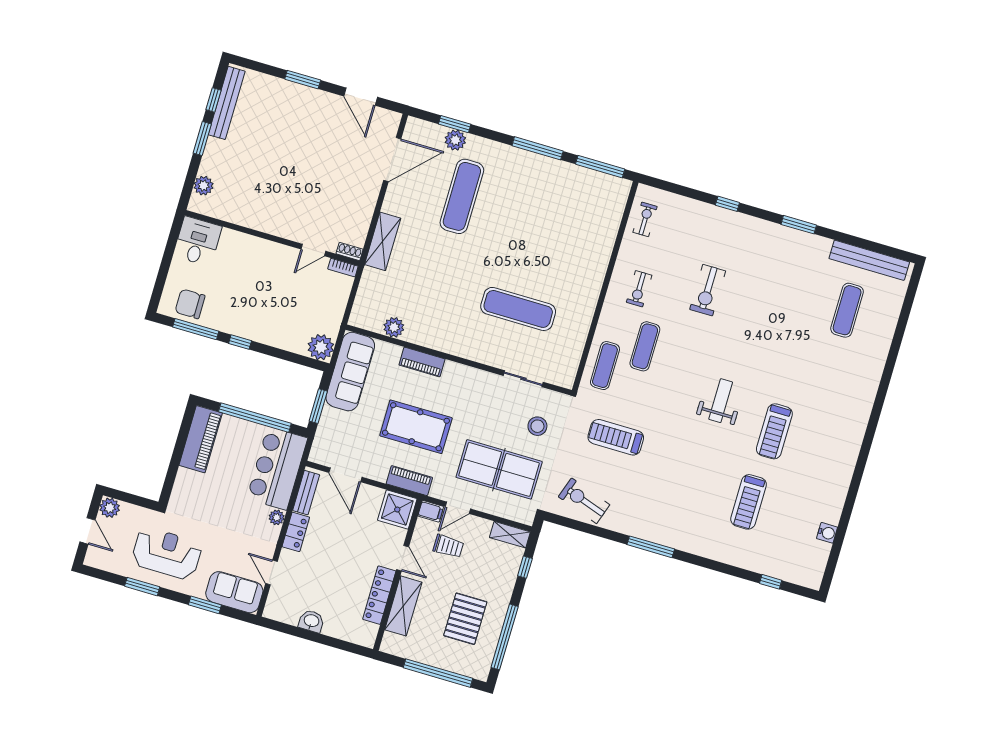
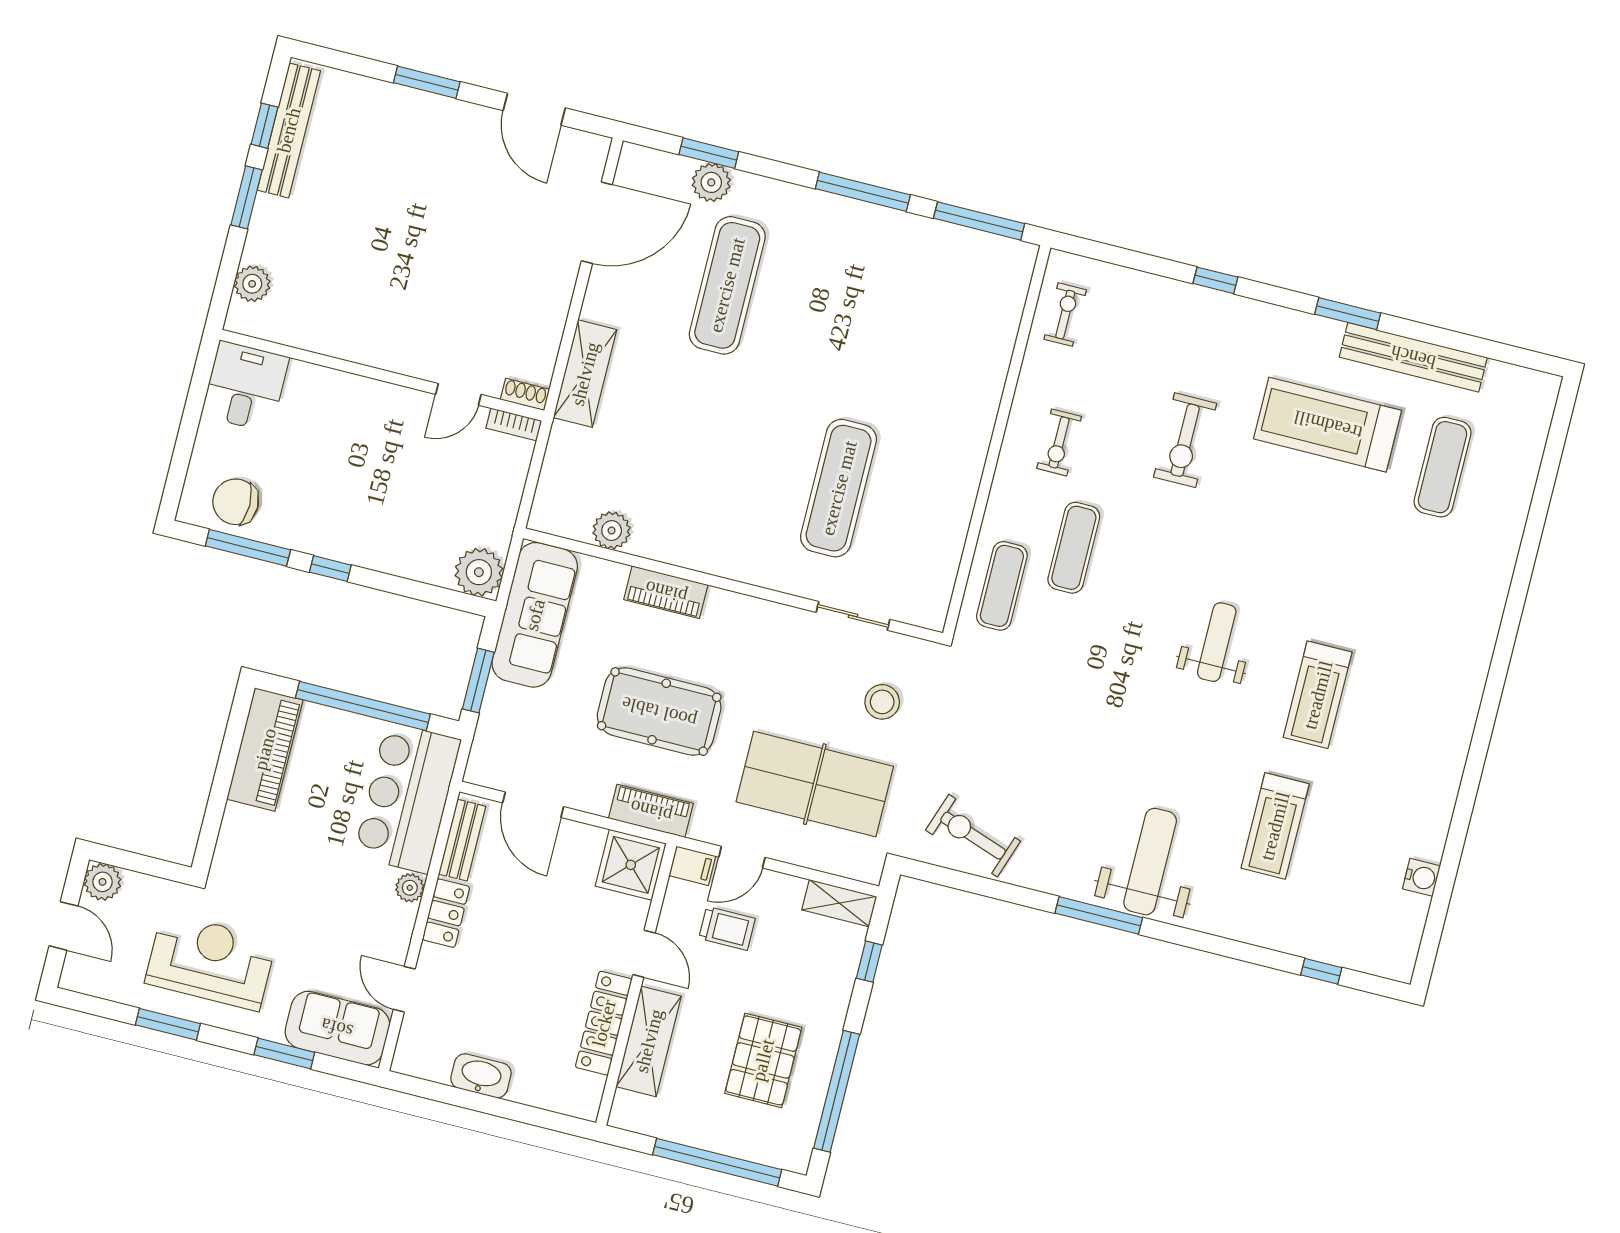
bench: (869, 260) -> (1413, 357), moved
exercise mat: (518, 309) -> (839, 488), turned 90
treadmill: (616, 437) -> (1328, 425), moved, width x1.37, depth x1.38
weight bench: (680, 519) -> (1150, 862), added
washbasin: (311, 621) -> (481, 1076), width x1.38

